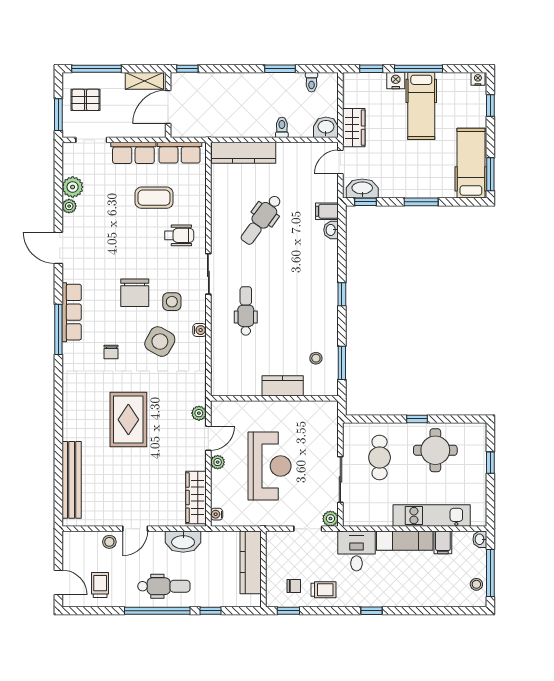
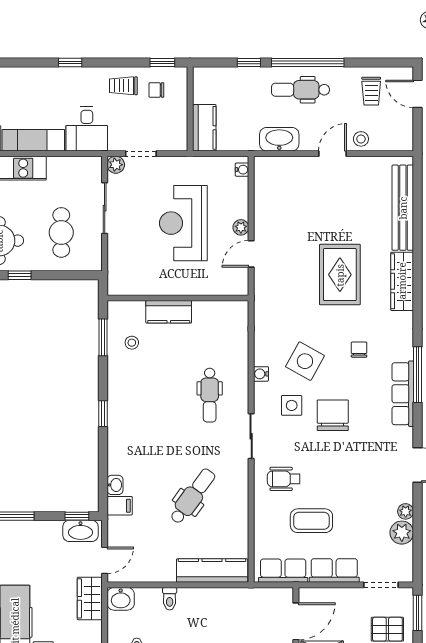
plant: (199, 413) -> (262, 282), removed
wardrobe: (196, 498) -> (402, 281), moved, turned 180
kitchen counter: (251, 562) -> (204, 128), width x0.67

